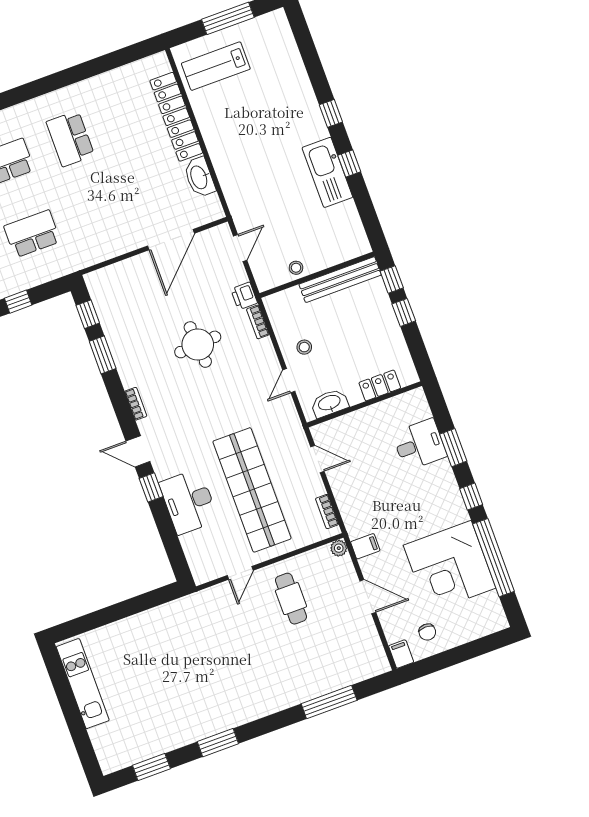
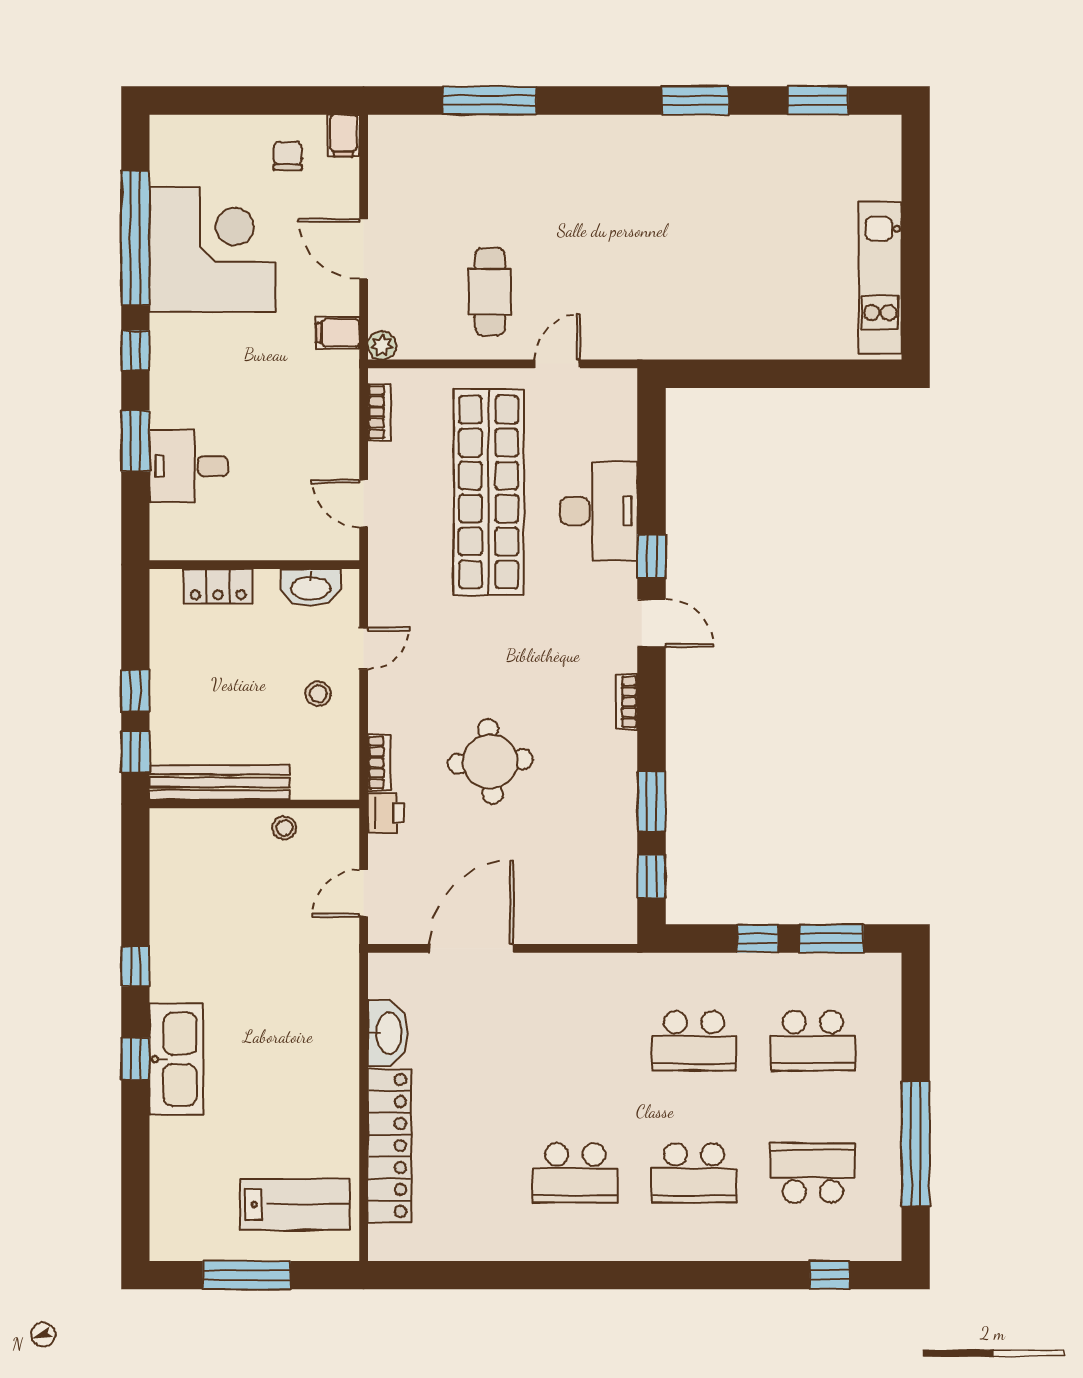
school desk: (70, 139) -> (575, 1173), turned 90
kitchen sink: (327, 172) -> (176, 1059), moved

